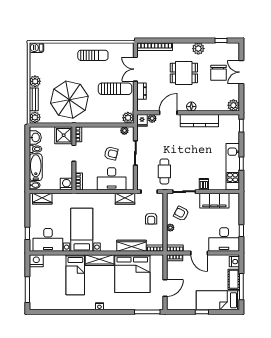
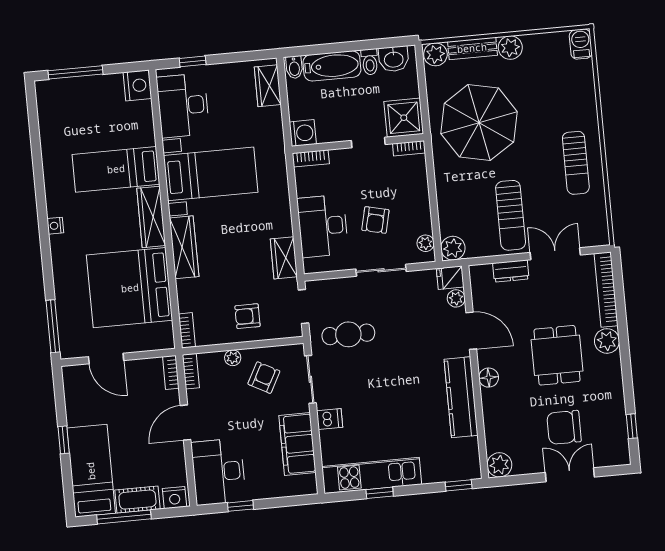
plant: (198, 49) -> (607, 341), moved
wardrobe: (131, 246) -> (184, 247), moved

